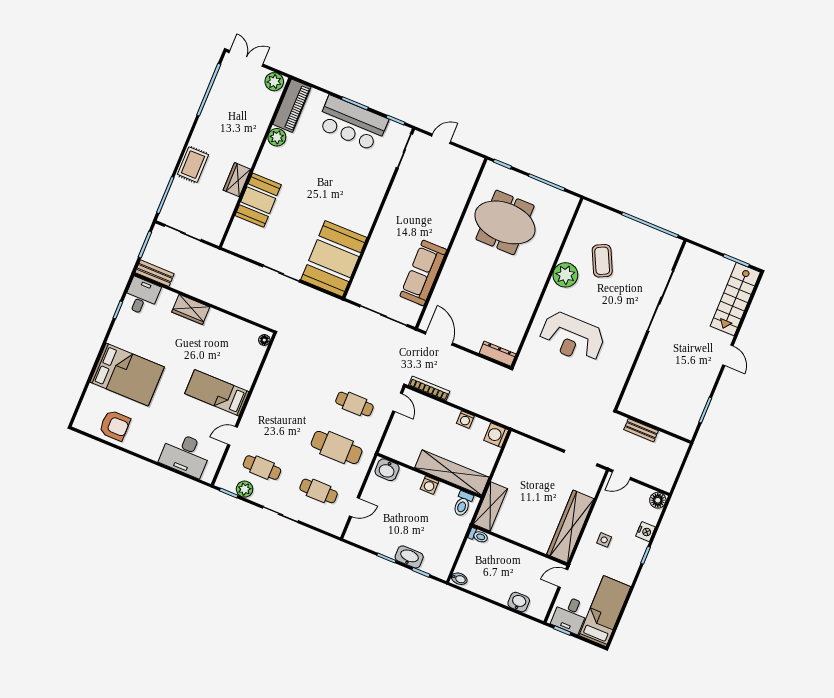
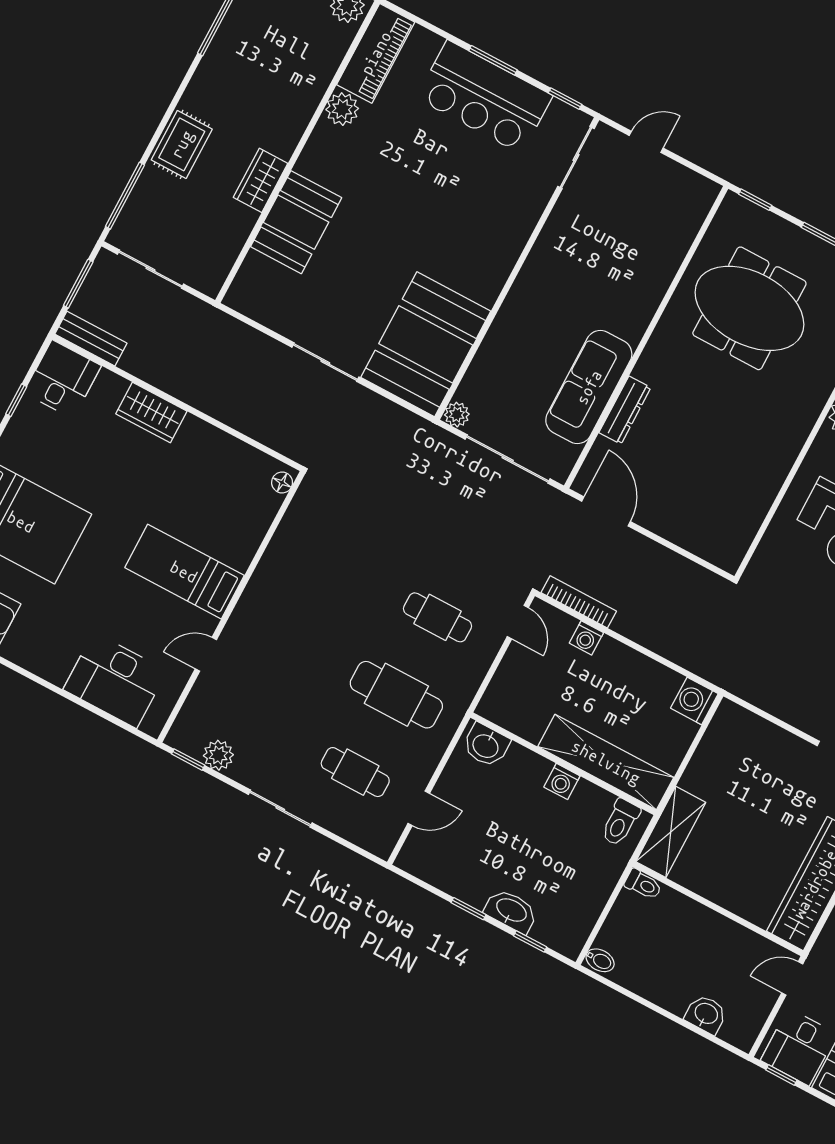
plant: (354, 295) -> (457, 415), added
dresser: (498, 354) -> (625, 410), moved, turned 90
washing machine: (465, 420) -> (586, 638), moved
cafe table: (262, 468) -> (254, 719), removed

